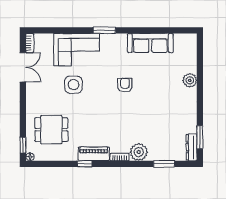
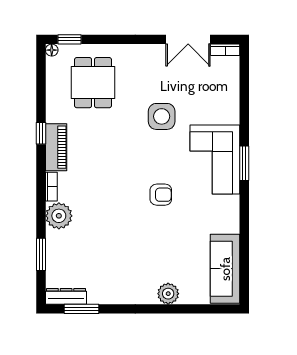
sofa: (150, 43) -> (225, 269), moved
corner sofa: (77, 50) -> (215, 160), moved

